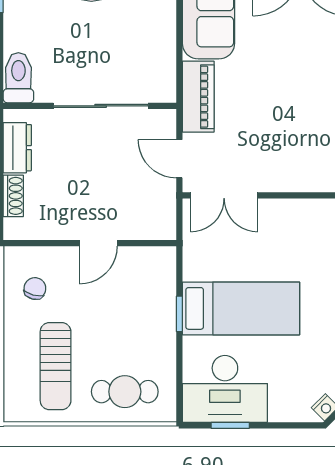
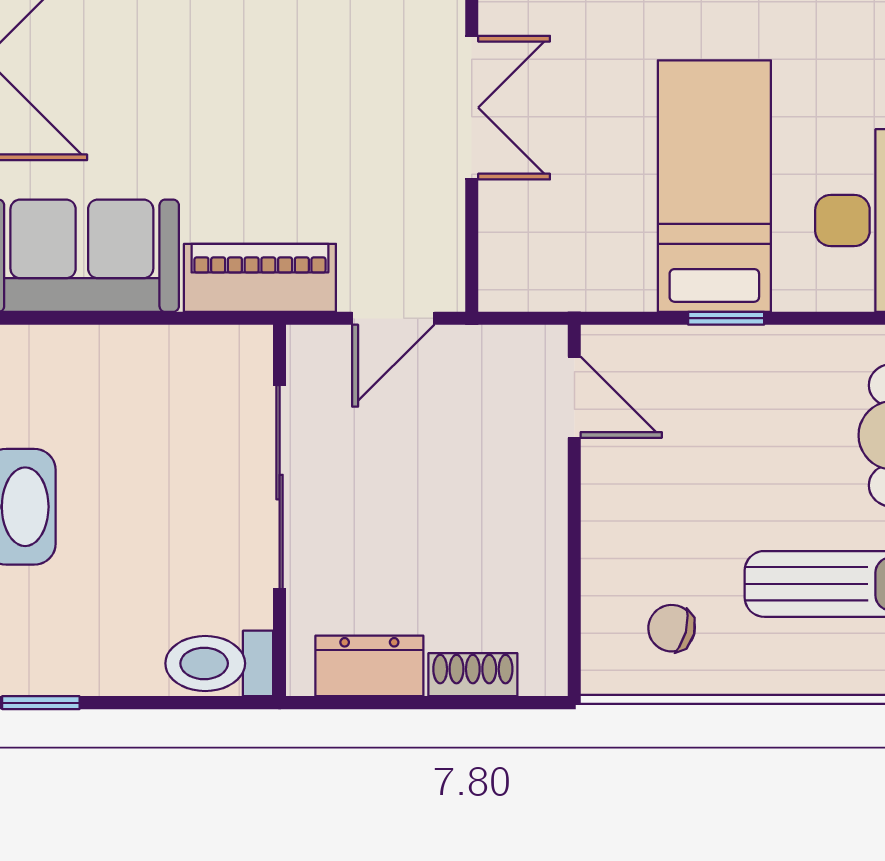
double door: (224, 195) -> (472, 108), moved
door: (98, 243) -> (574, 397), moved

